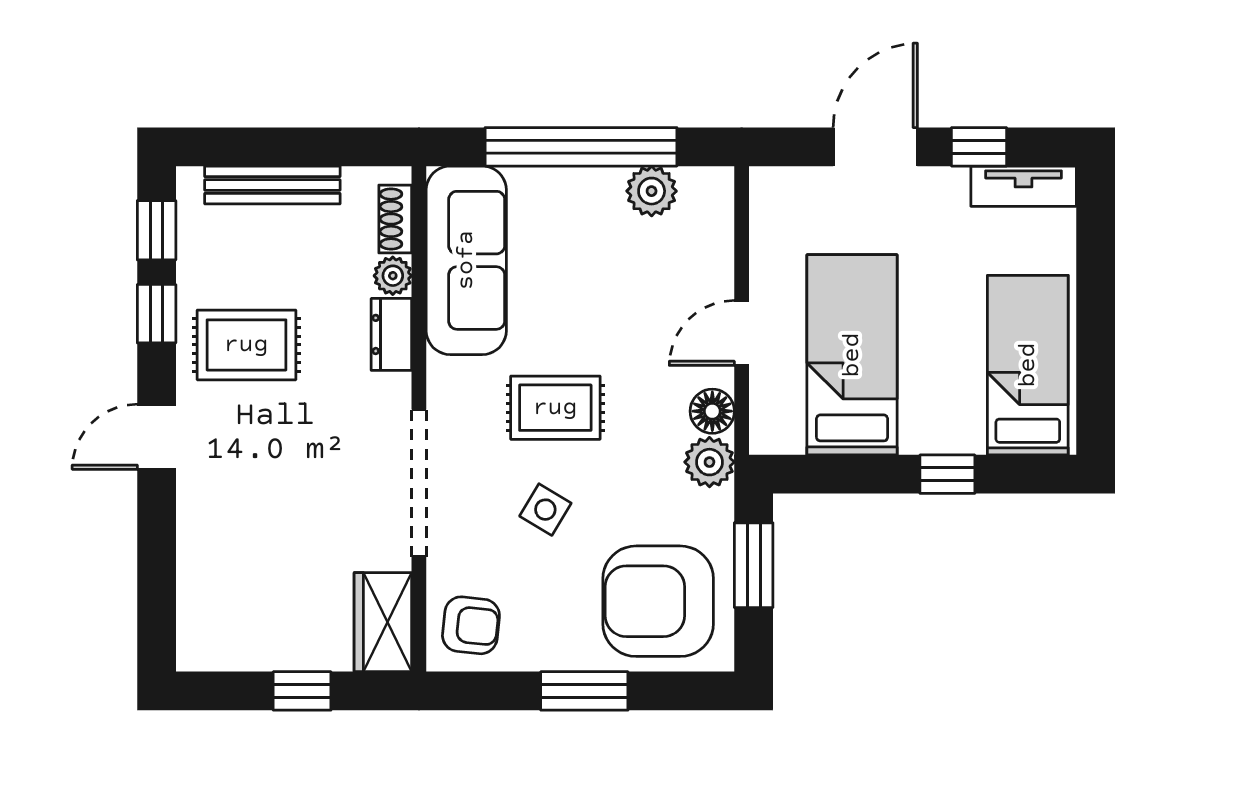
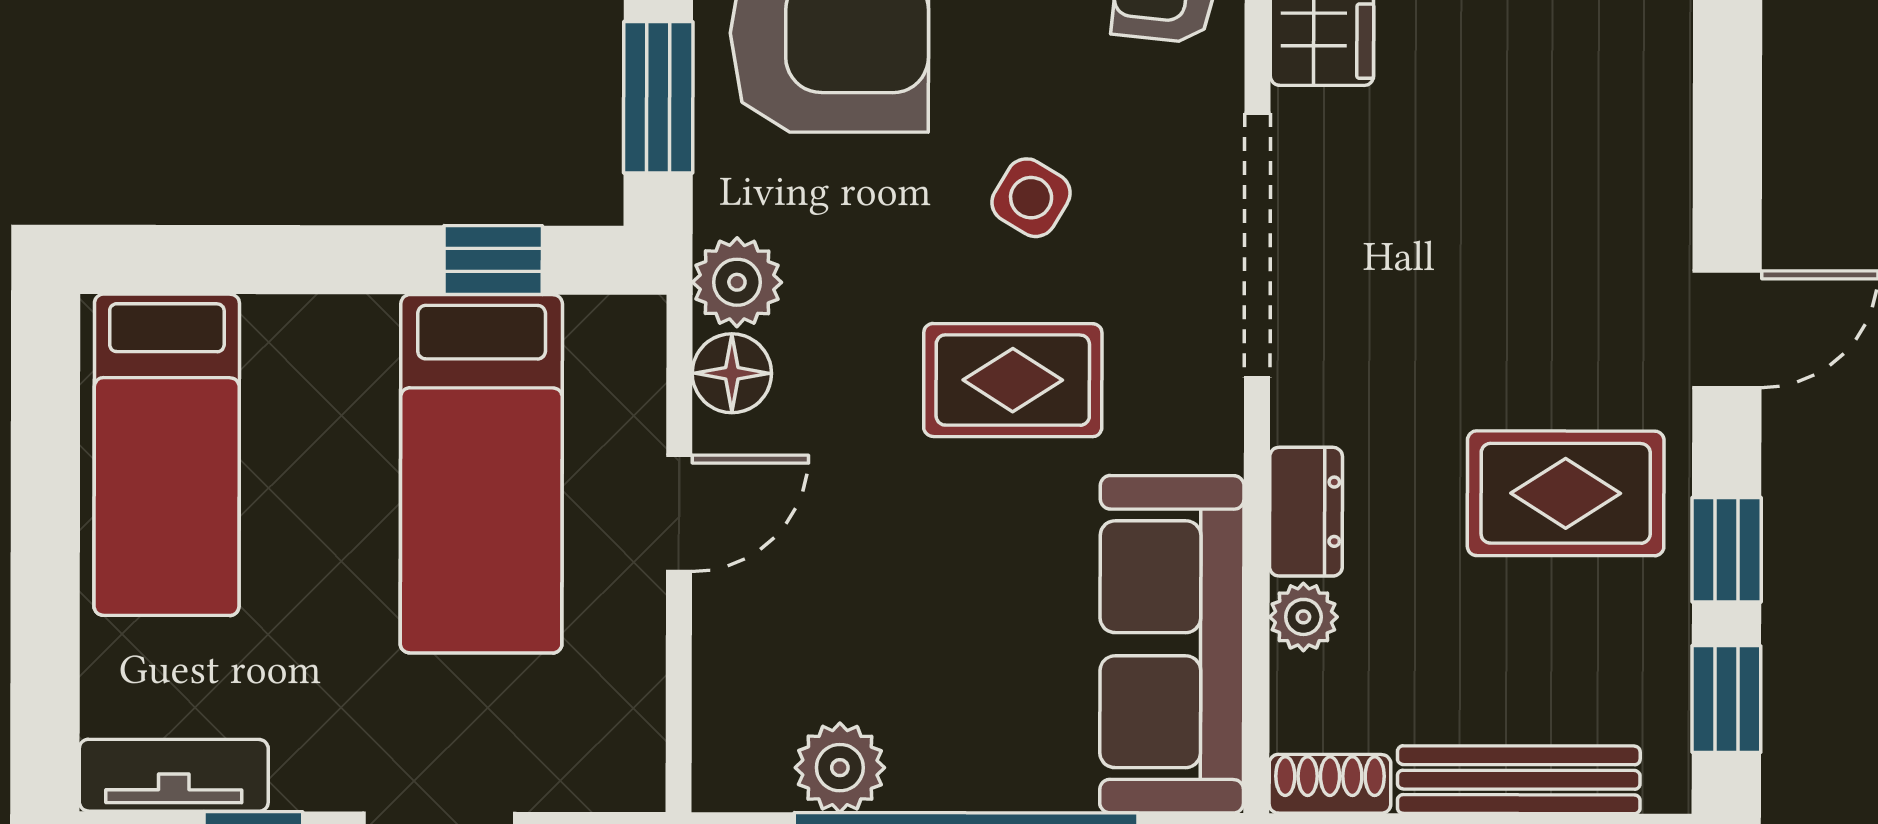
shoe rack: (395, 219) -> (1330, 784), moved, turned -90
window: (947, 474) -> (493, 260), moved

